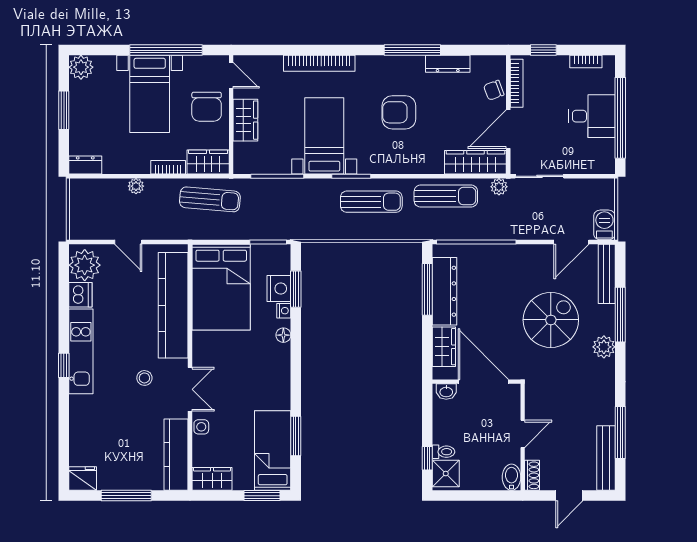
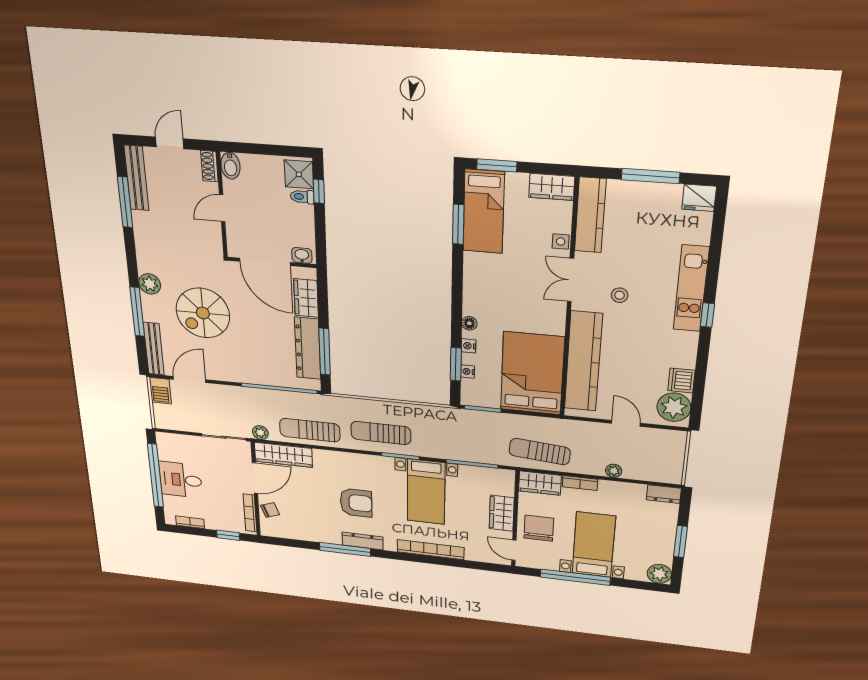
dresser: (448, 64) -> (363, 541), moved
nightstand: (279, 289) -> (468, 372), width x0.53, depth x0.56
kitchen unit: (81, 351) -> (691, 289), moved

